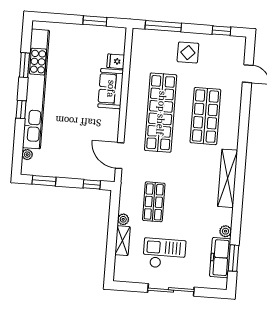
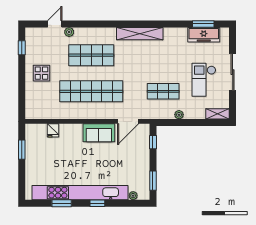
window: (163, 26) -> (22, 95), removed
sofa: (111, 89) -> (99, 133), moved
plant: (226, 231) -> (69, 32), moved
shelving: (123, 241) -> (217, 114), moved

